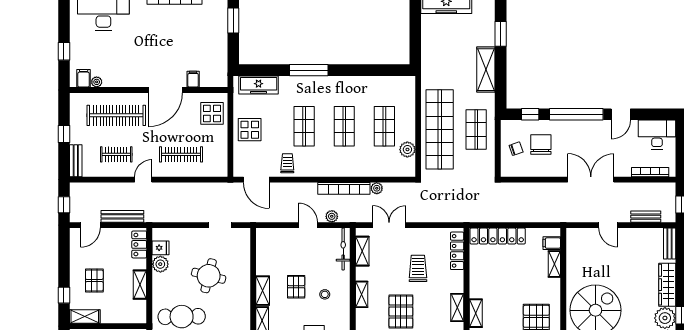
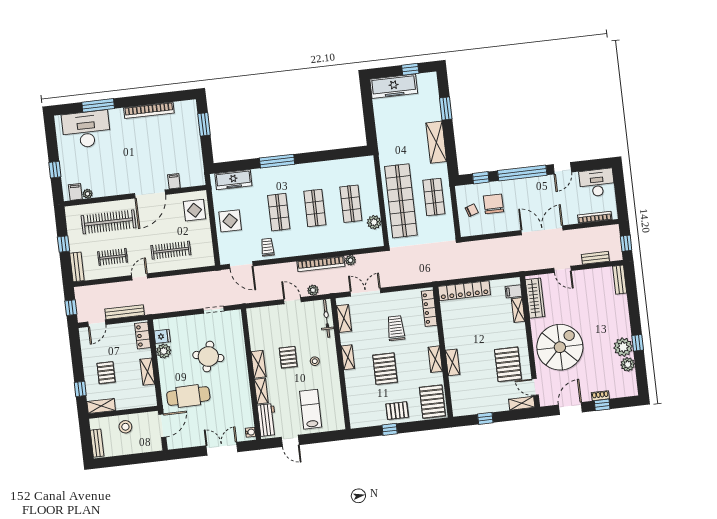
wardrobe: (667, 285) -> (535, 298), moved, turned 180

